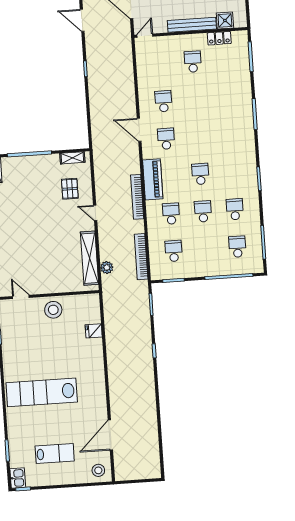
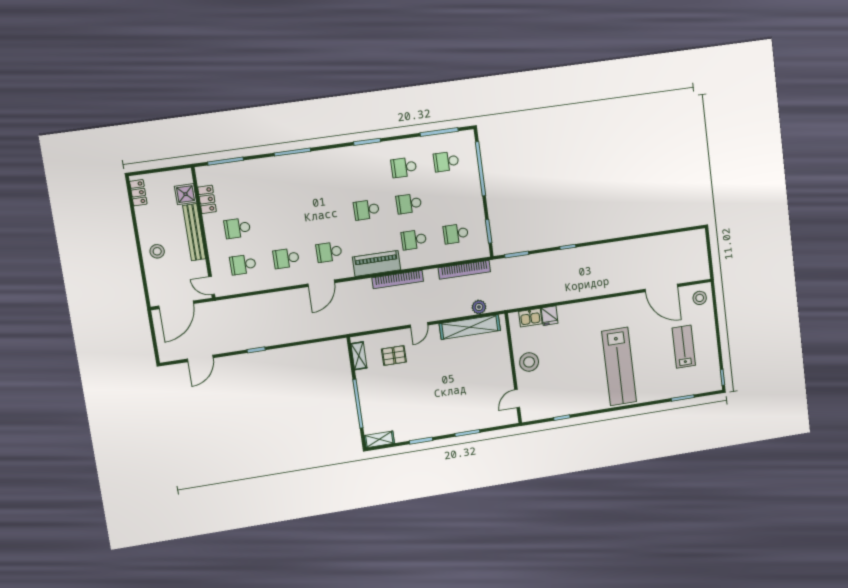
school desk: (161, 64) -> (243, 265), added
kitchen sink: (18, 478) -> (530, 318), moved, turned 180

